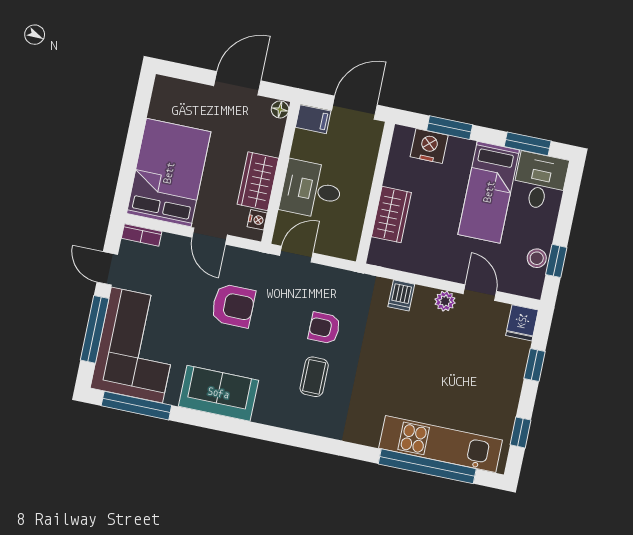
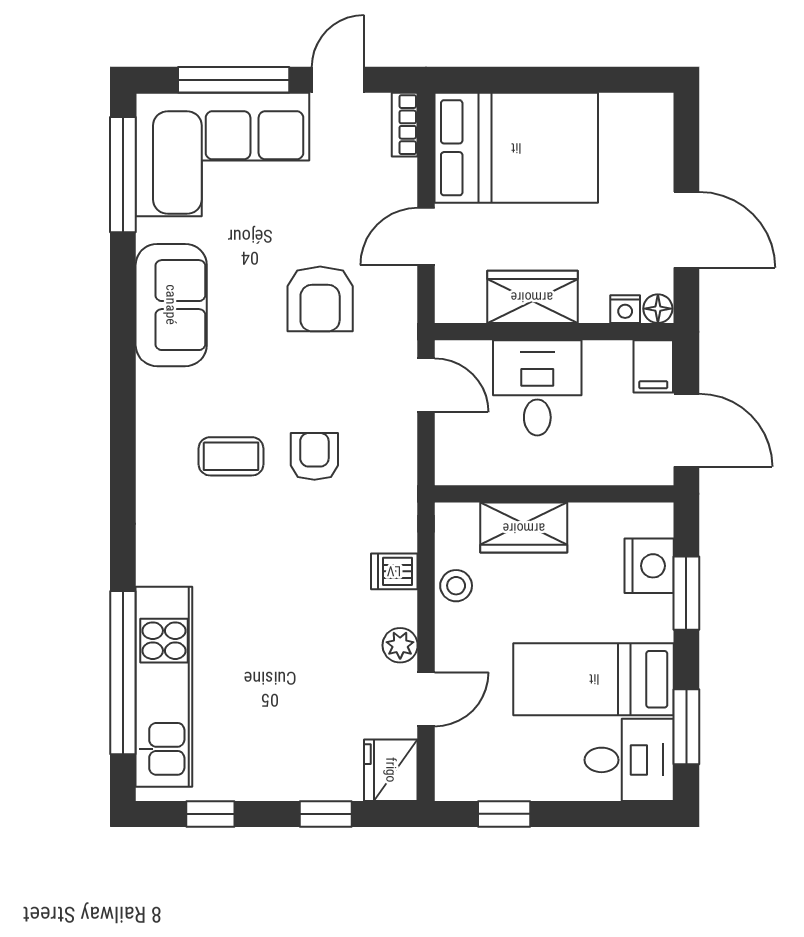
nightstand: (257, 220) -> (625, 309), moved
stool: (537, 258) -> (456, 586), moved
fridge: (522, 323) -> (391, 770), width x1.38

